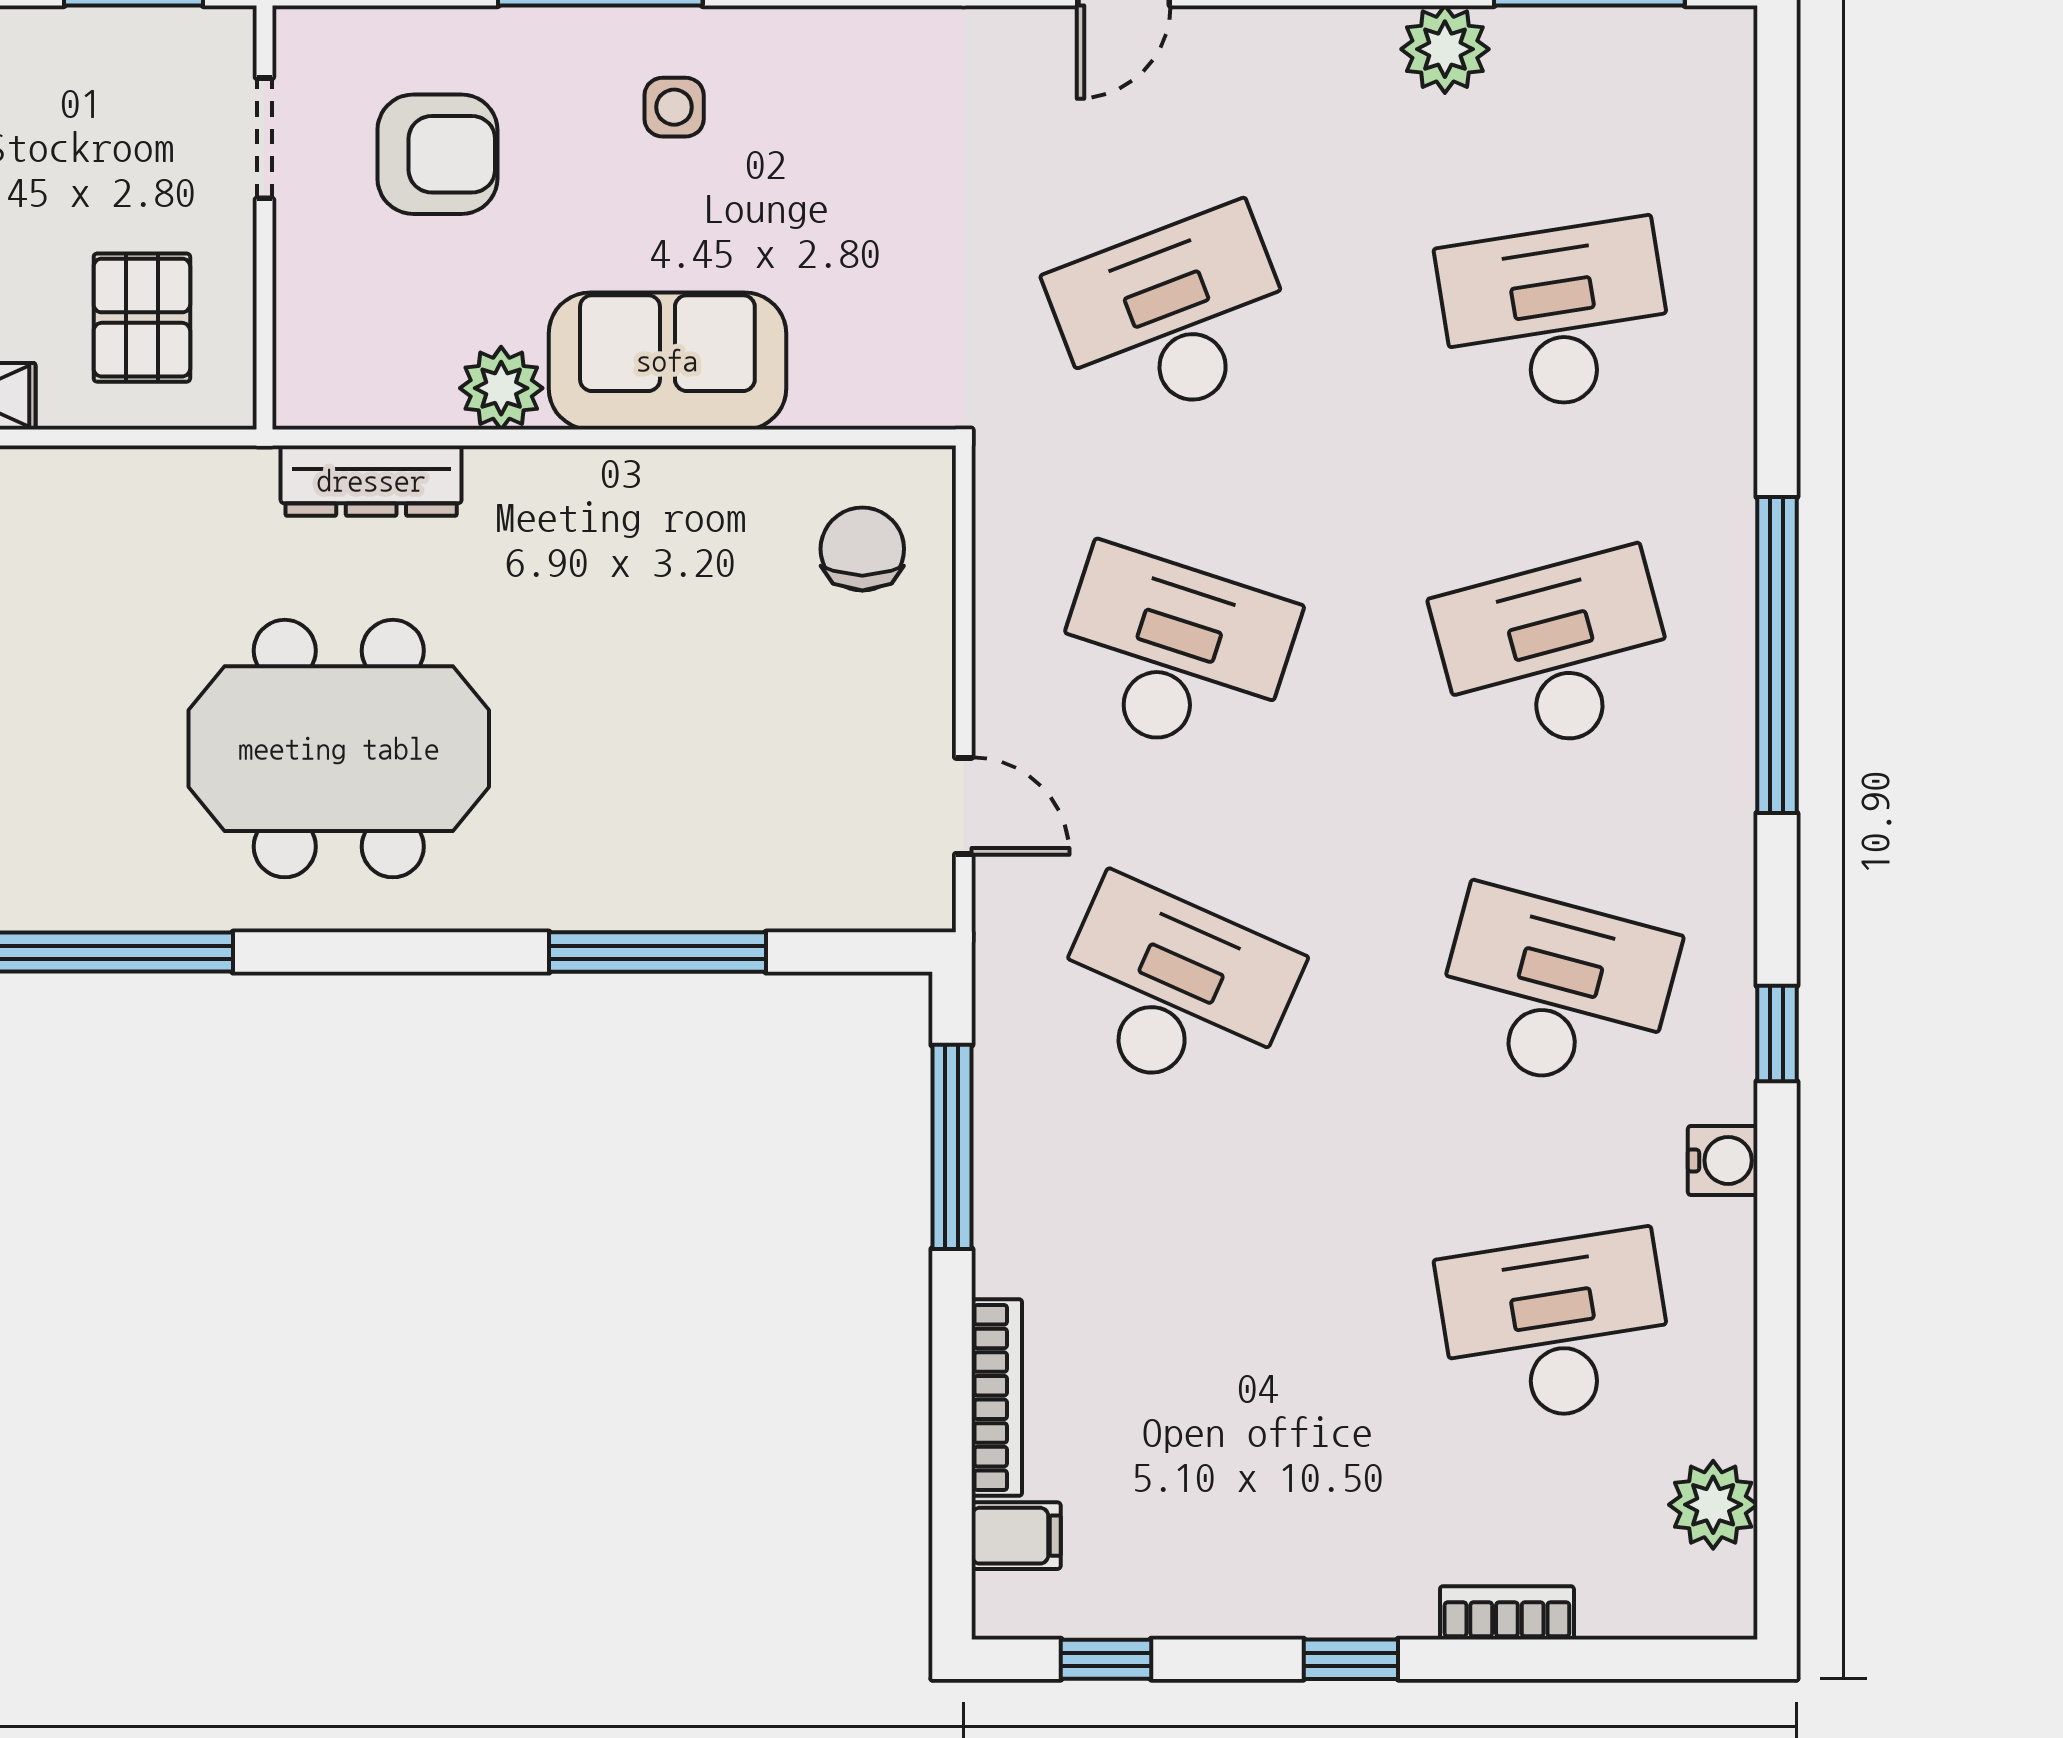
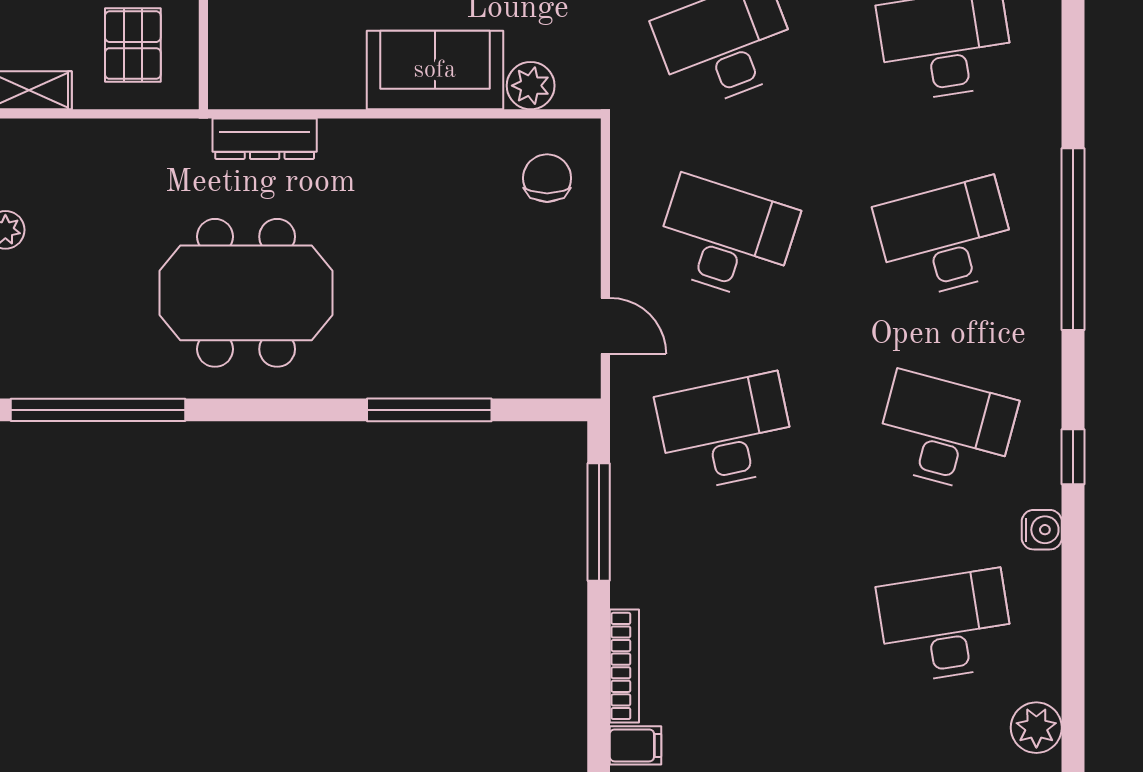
plant: (501, 388) -> (531, 86), moved
desk: (1173, 991) -> (726, 432), turned -36

